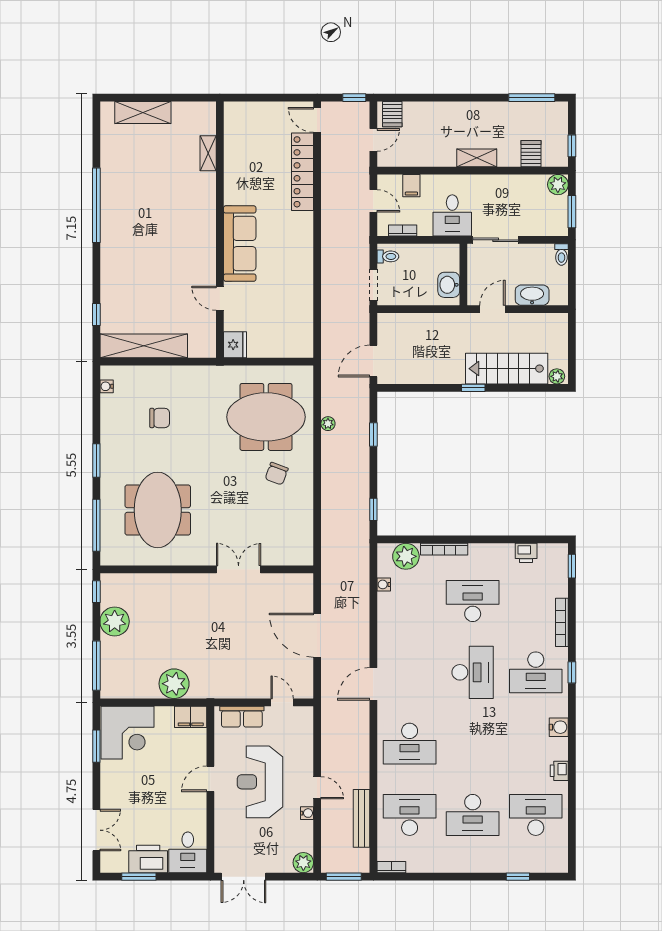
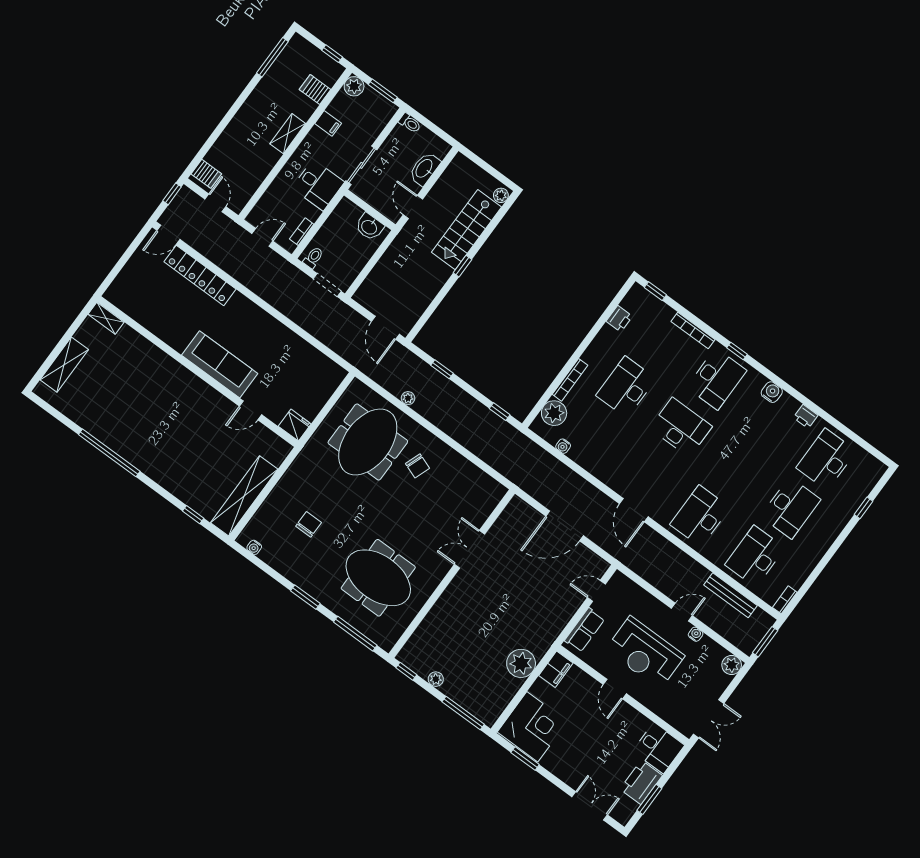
shelving: (208, 153) -> (106, 318), moved
filing cabinet: (411, 186) -> (328, 123), moved
plant: (115, 621) -> (436, 679), width x0.53, depth x0.53
desk: (410, 744) -> (700, 516), turned 180

